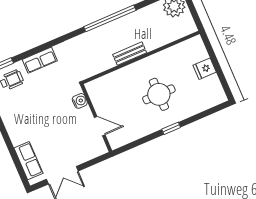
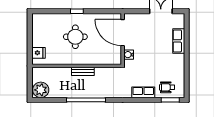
fridge: (205, 69) -> (38, 53), moved
door: (100, 126) -> (123, 33), width x1.87
row of seats: (28, 161) -> (179, 41), moved

